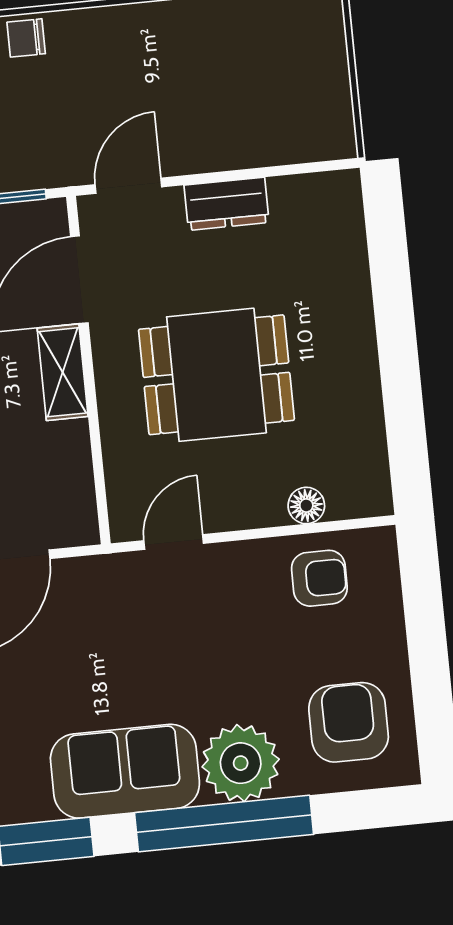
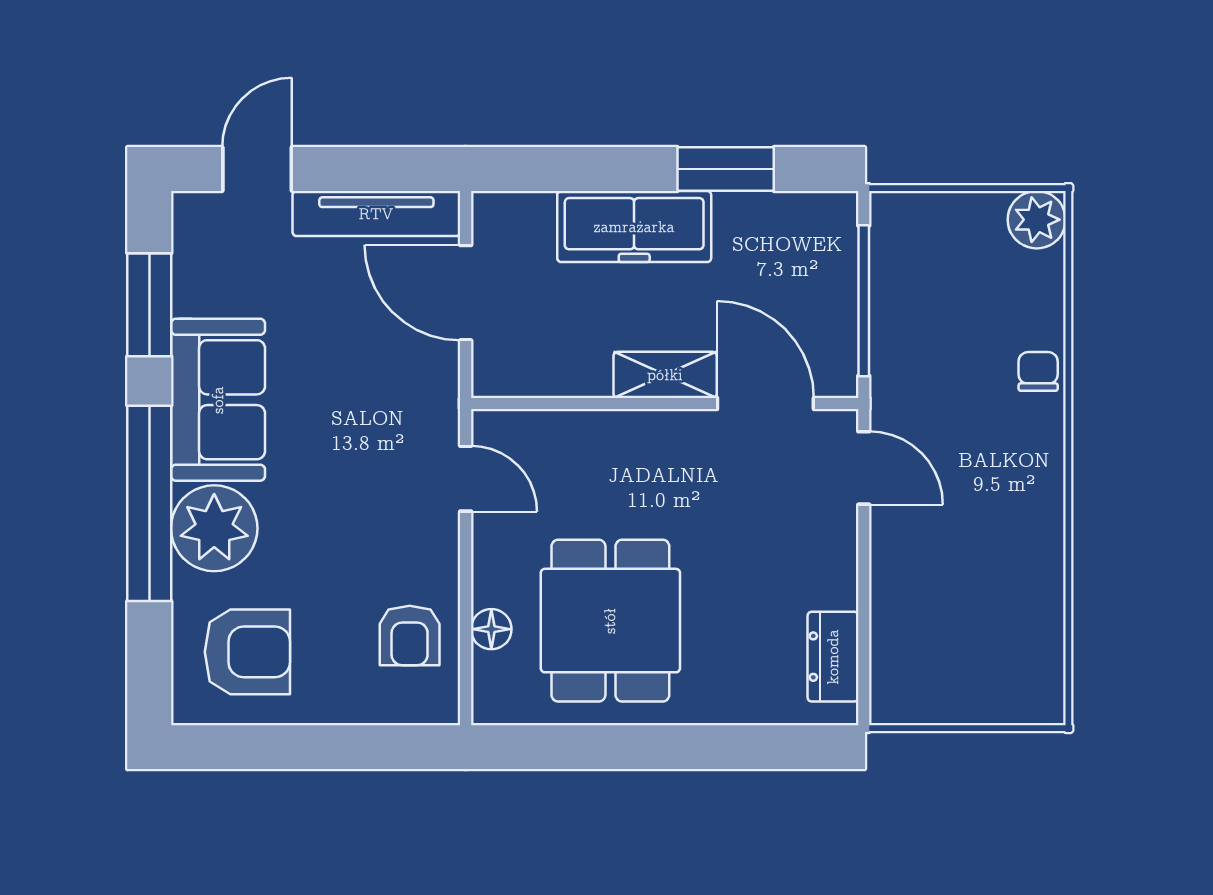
dresser: (226, 204) -> (833, 657), moved
dining table: (216, 375) -> (610, 621), moved

